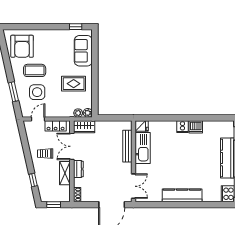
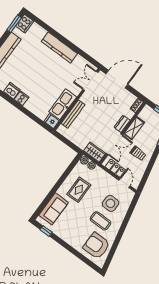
armchair: (22, 46) -> (97, 246), turned -90
rug: (74, 84) -> (79, 190), turned 90
window: (13, 92) -> (128, 217), removed
door: (38, 119) -> (124, 183), swing flipped

